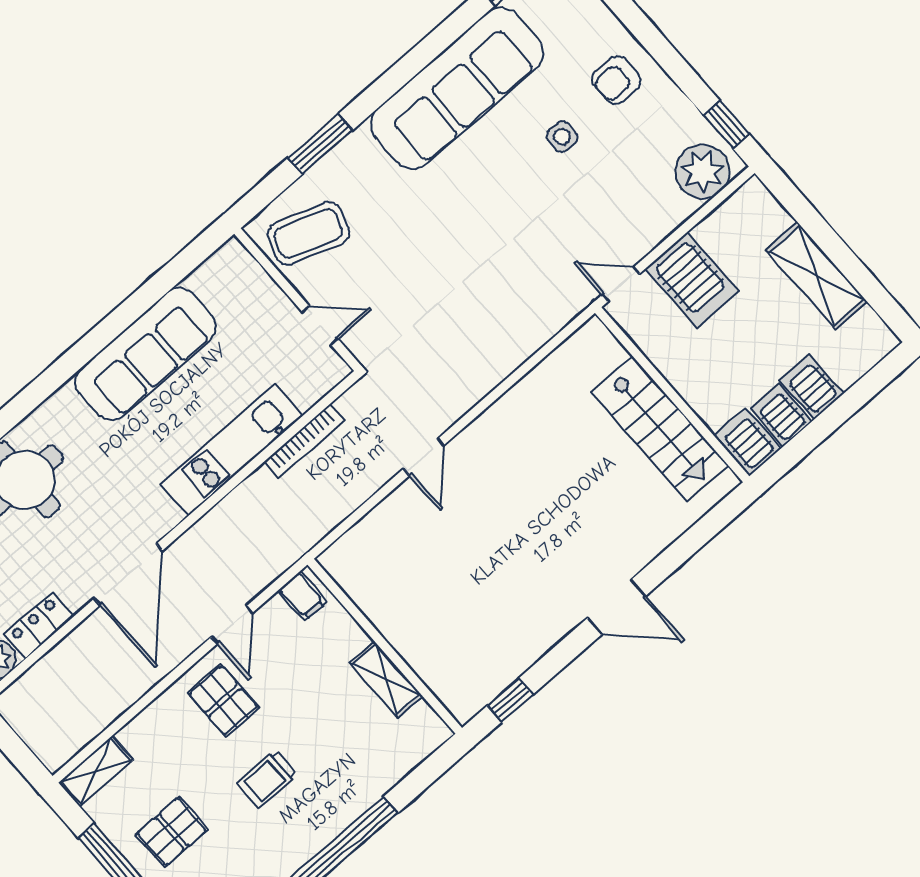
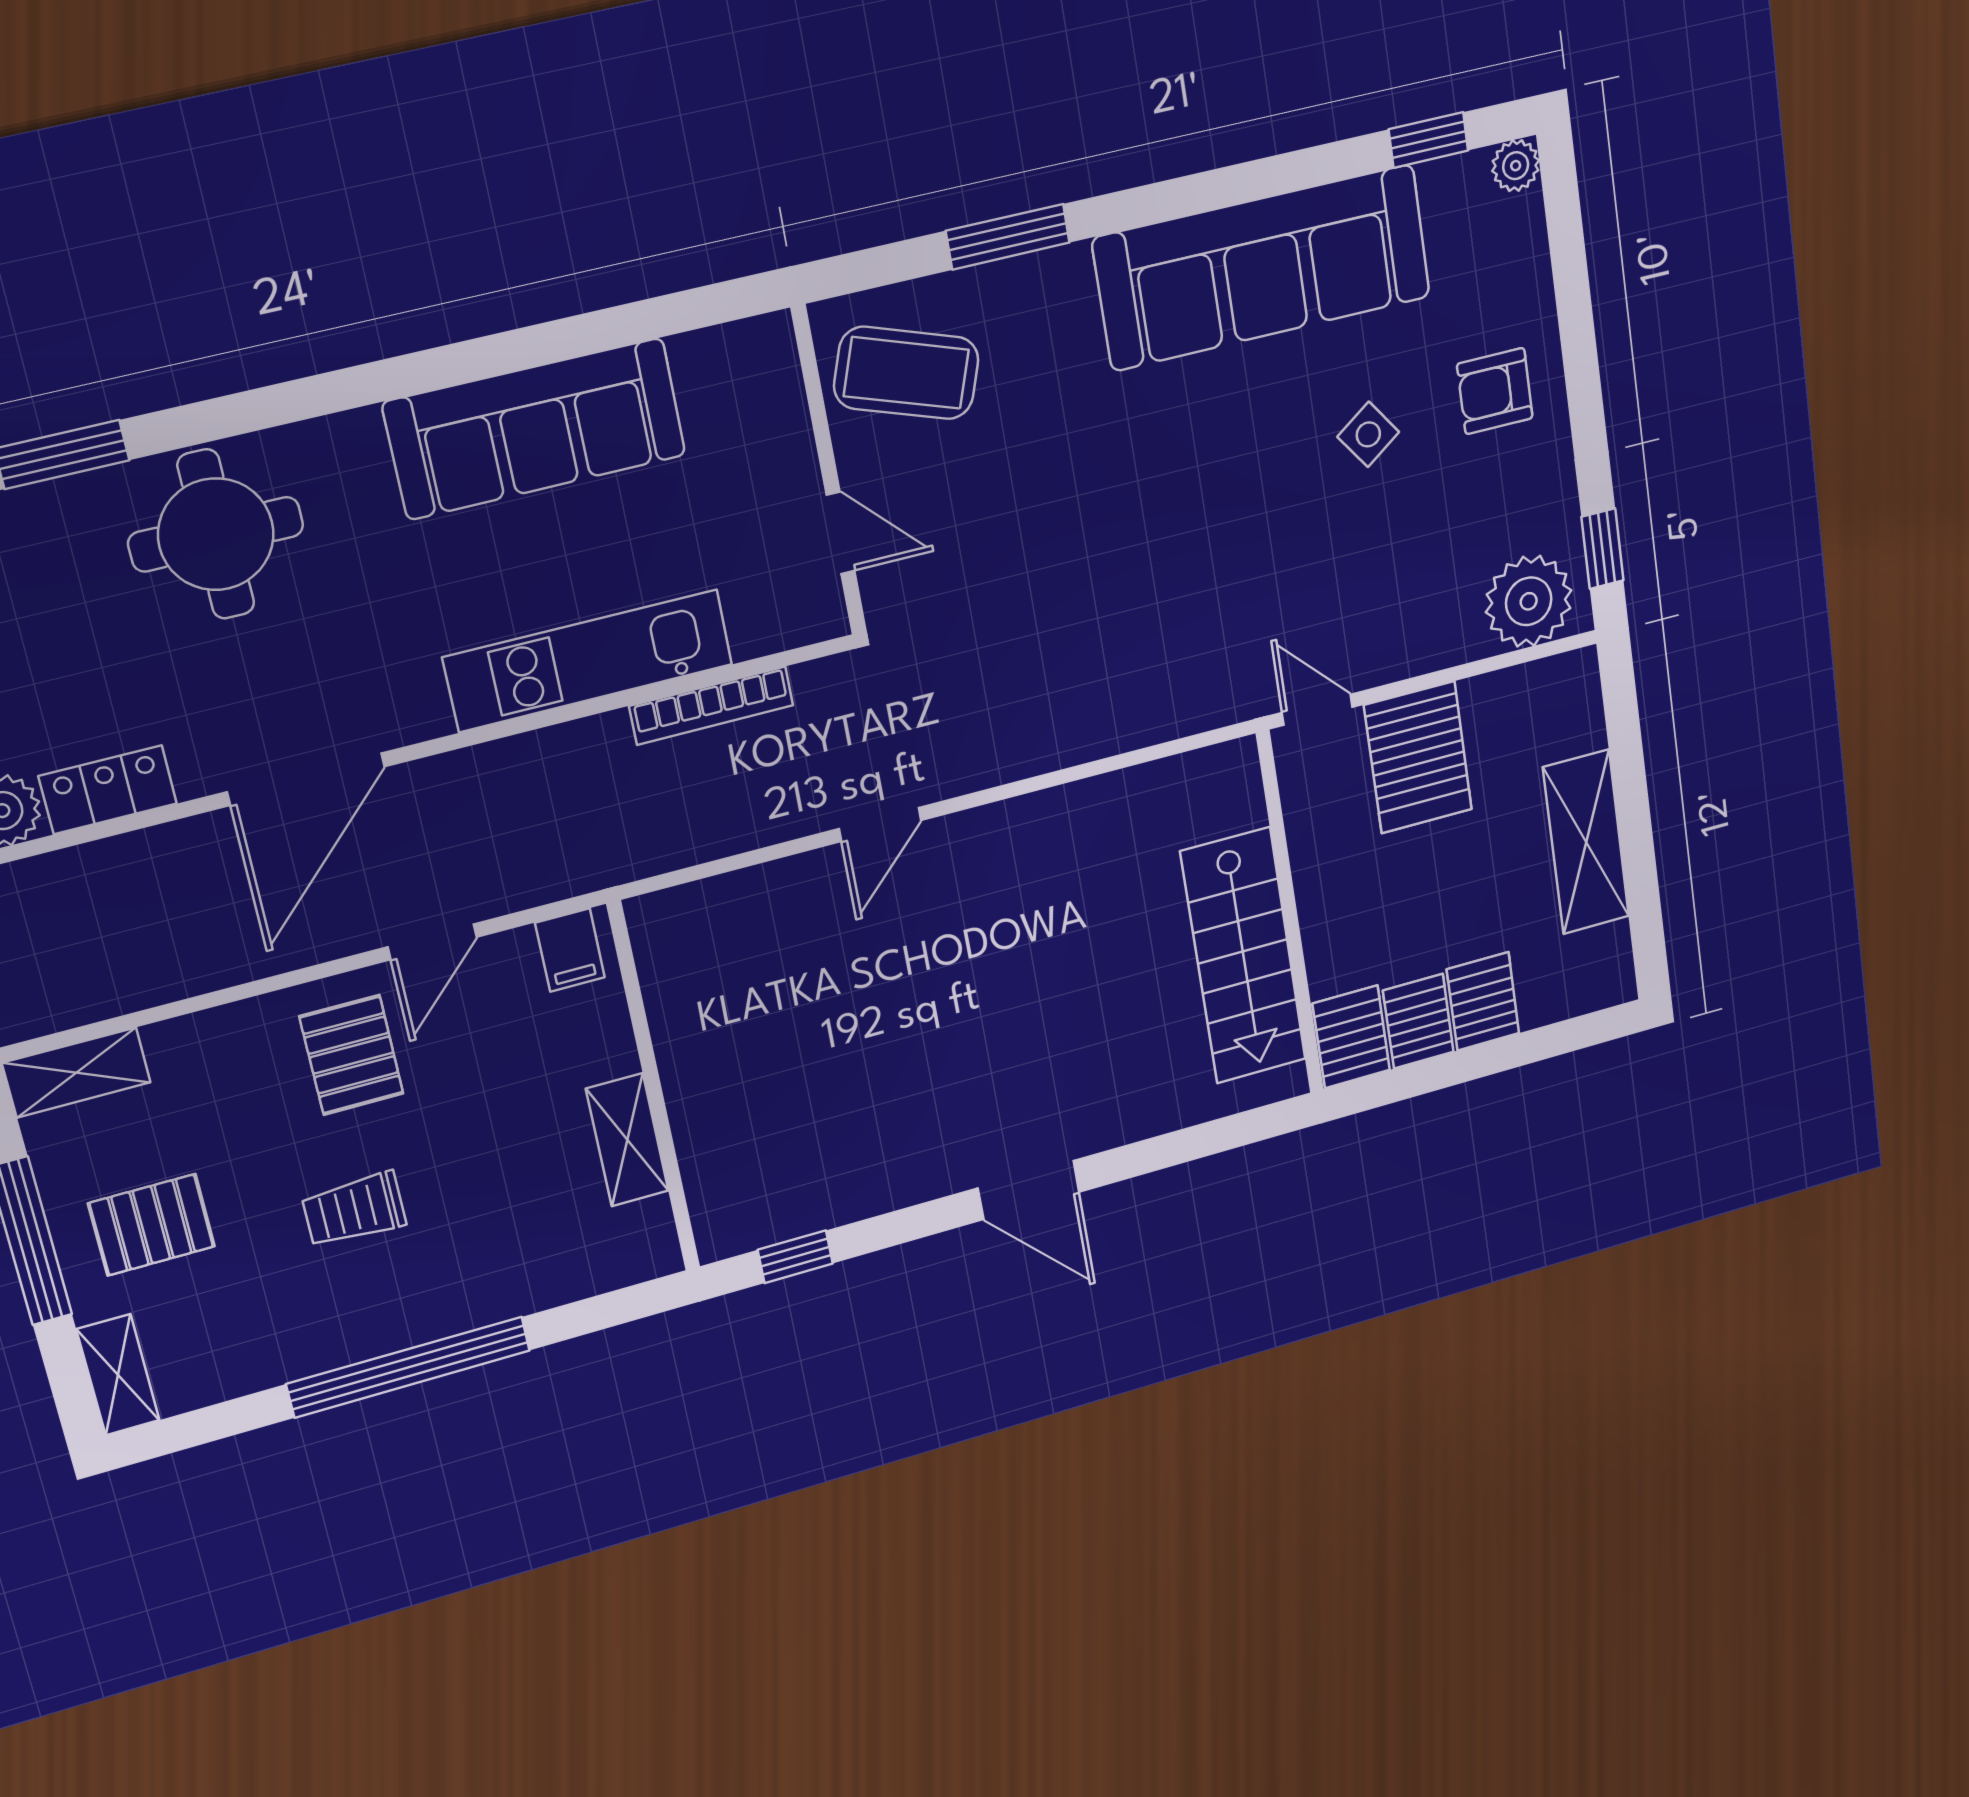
side table: (562, 137) -> (1368, 434), turned -36

